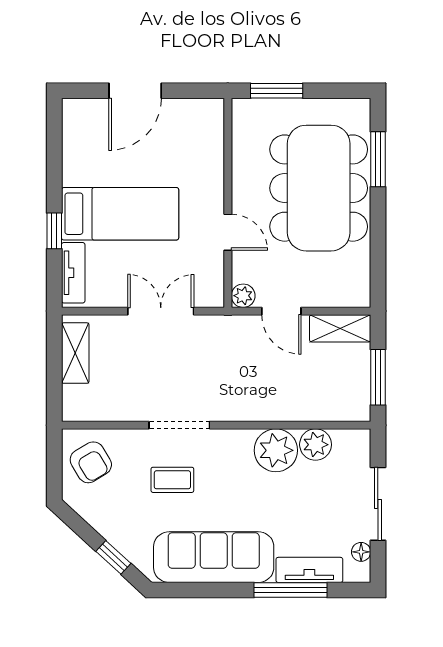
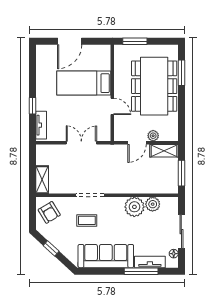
bed: (120, 214) -> (84, 83), moved, turned 180
plant: (243, 296) -> (153, 136), moved
door: (281, 311) -> (137, 143), hinge flipped
shelving: (75, 353) -> (42, 180), moved
window: (113, 557) -> (51, 248), moved

